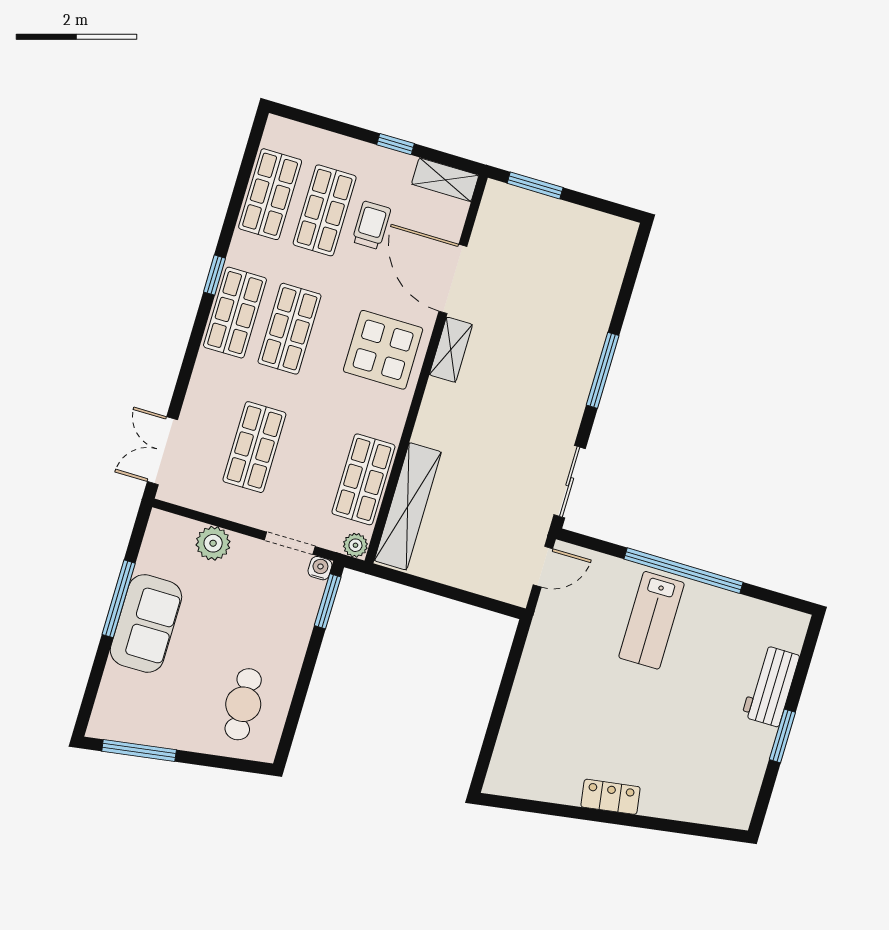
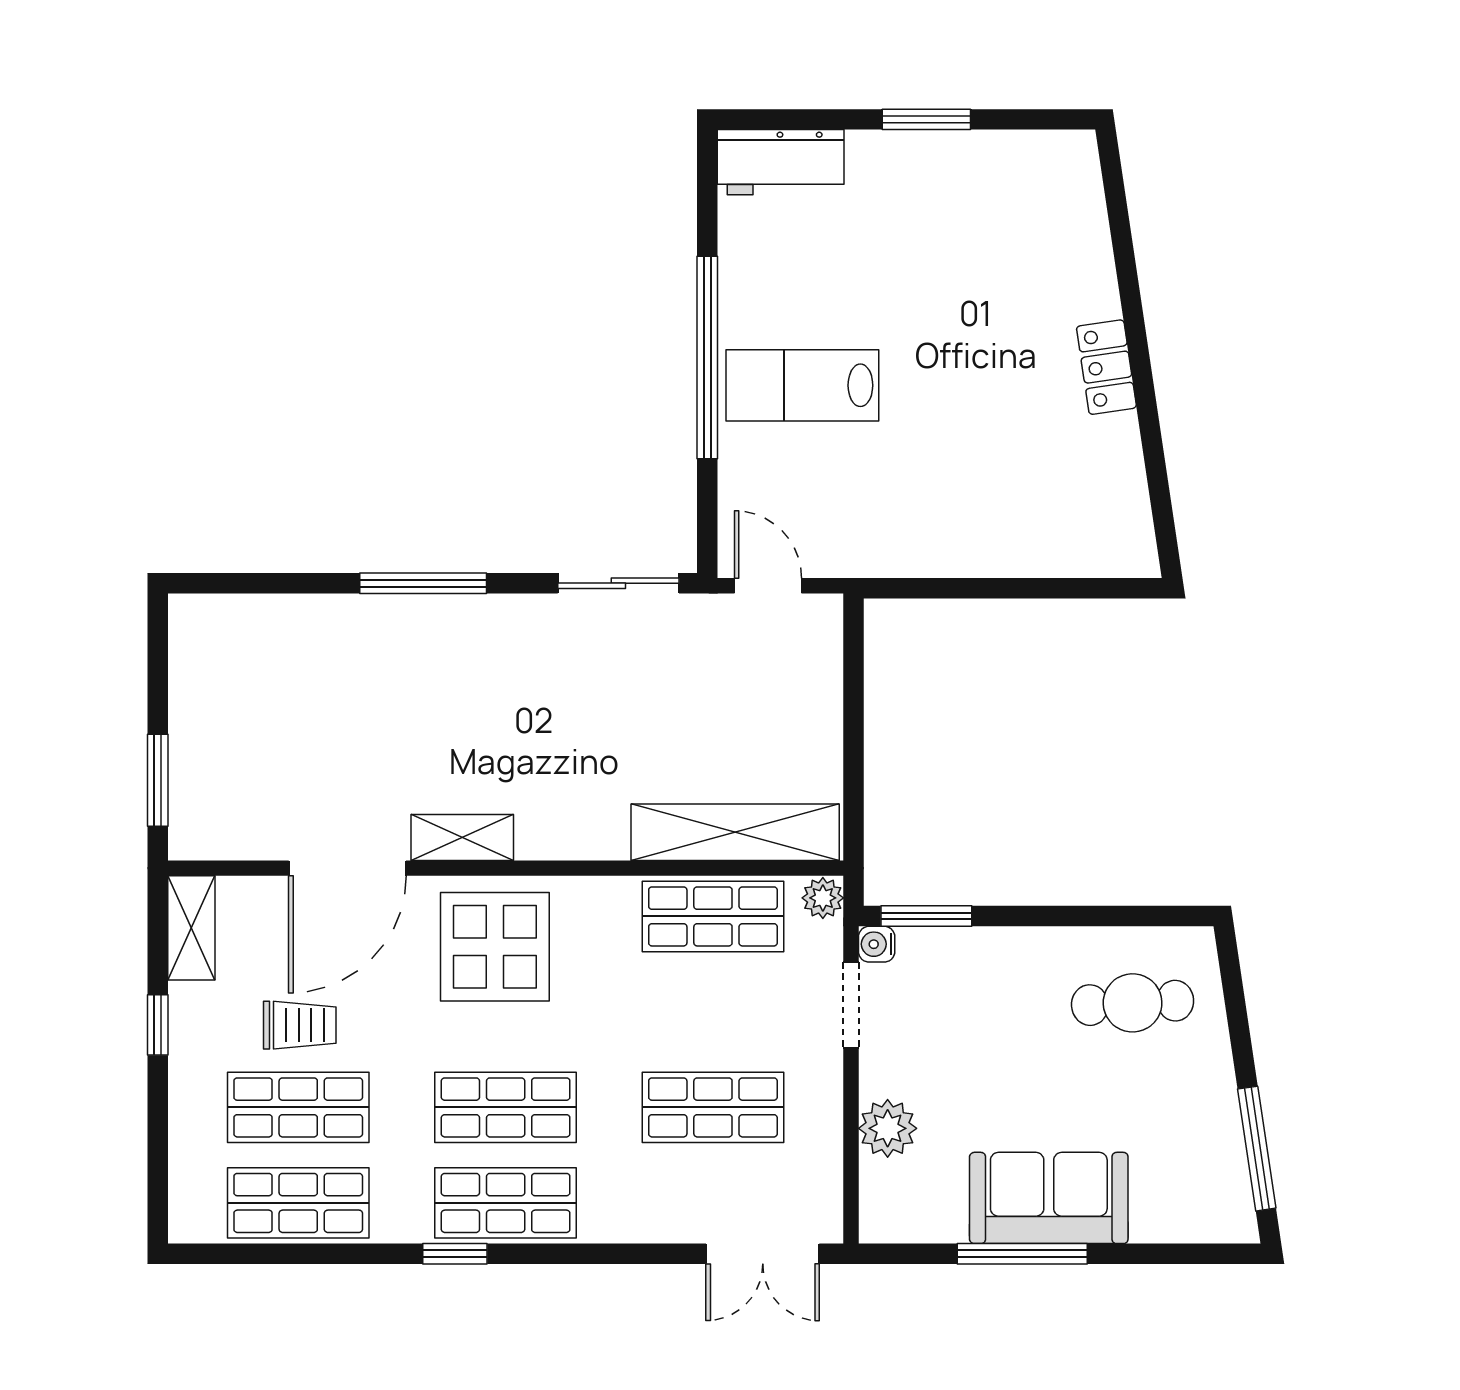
trolley: (371, 225) -> (300, 1025), turned 180
lab bench: (652, 620) -> (802, 385), turned 180
workbench: (771, 686) -> (781, 162), moved

